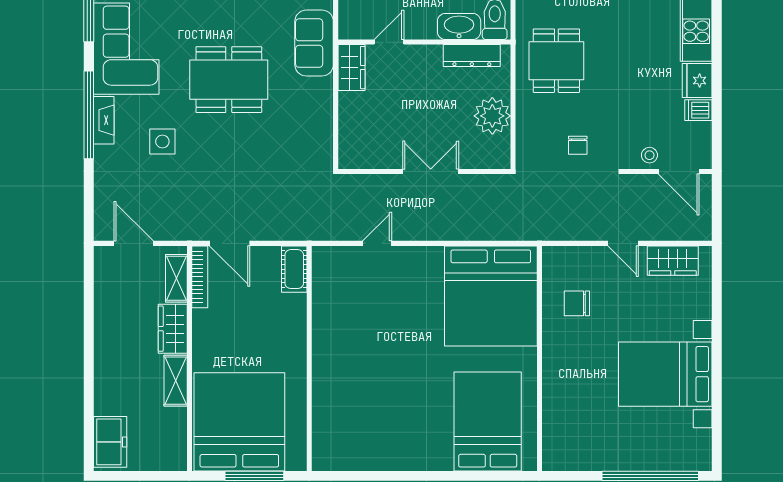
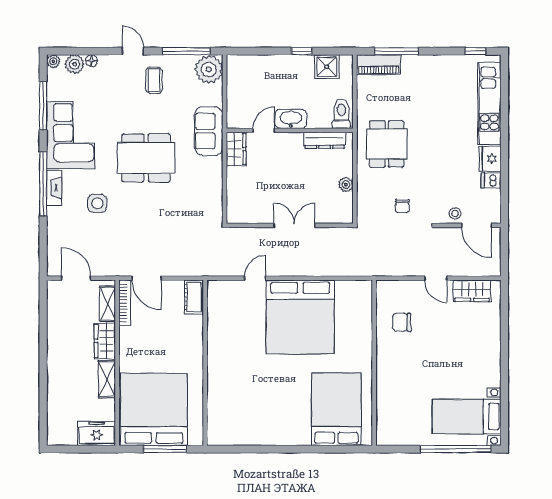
washbasin: (459, 26) -> (291, 119), moved
plant: (492, 116) -> (346, 185), width x0.53, depth x0.53
bed: (491, 296) -> (300, 317), moved
bed with nightstands: (665, 374) -> (467, 417), moved, width x0.73
freezer: (110, 442) -> (97, 433), moved, turned -90

